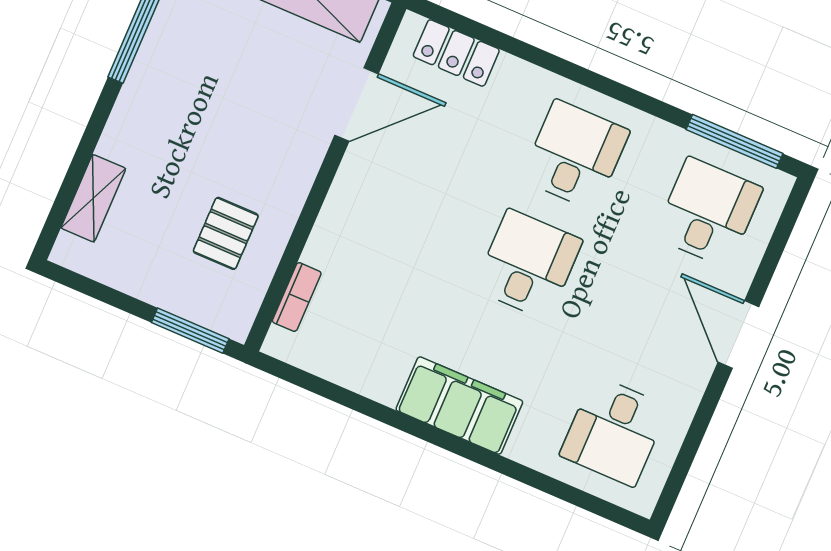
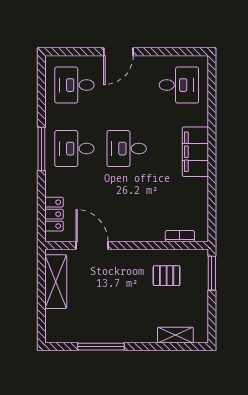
window: (735, 141) -> (41, 149), moved

